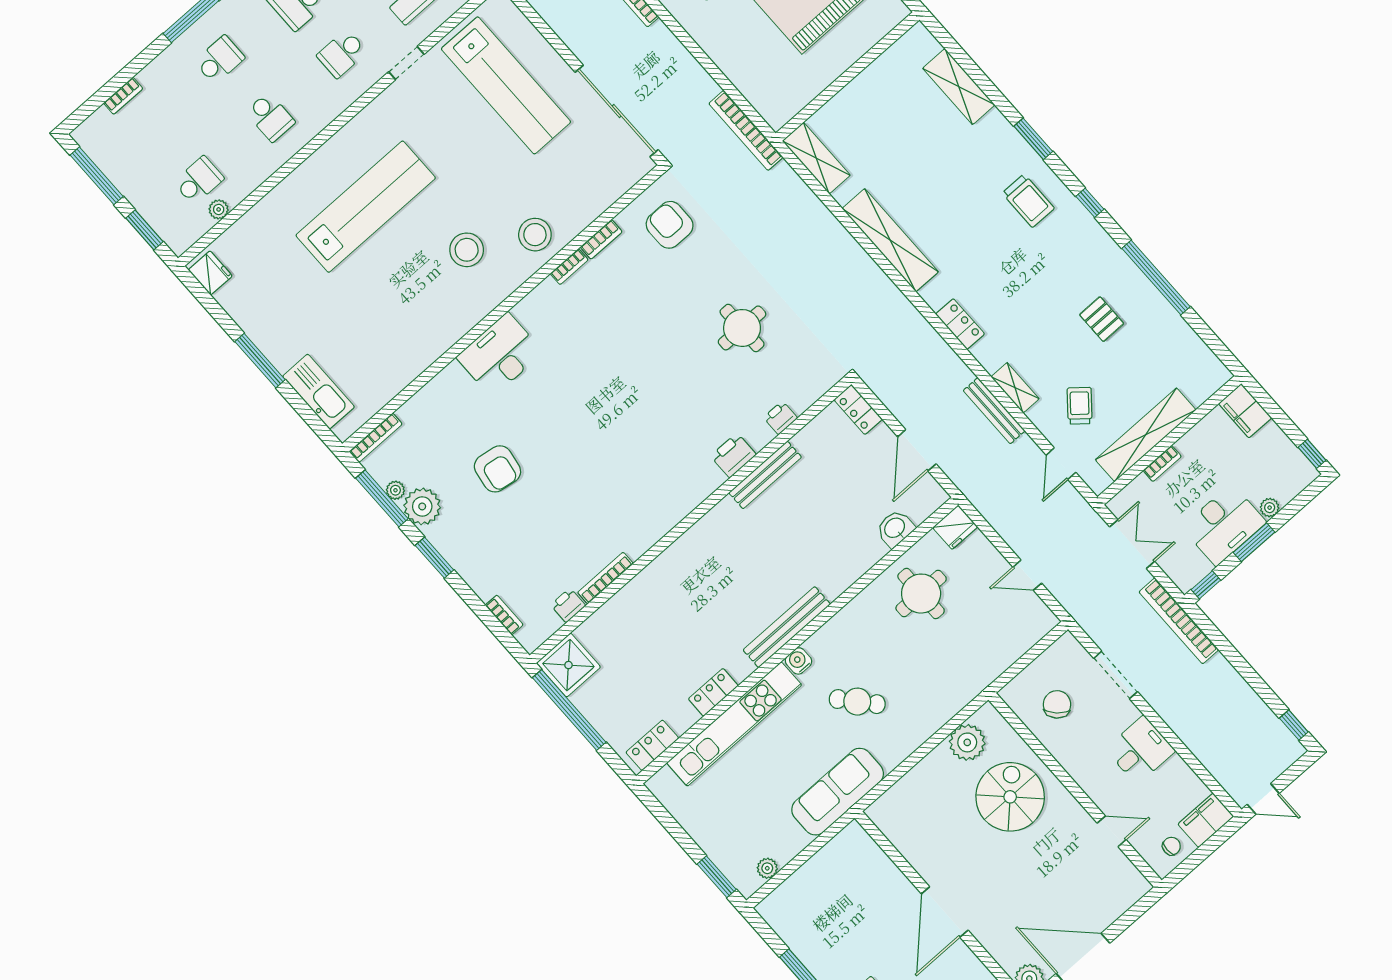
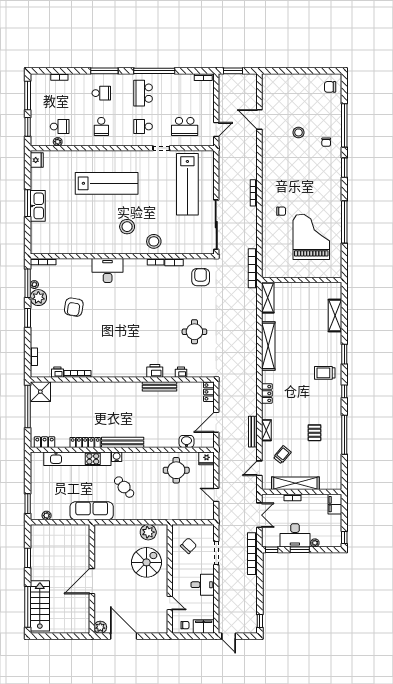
trolley: (1028, 201) -> (325, 373), turned 90
kitchen sink: (319, 392) -> (38, 206), moved
locker: (713, 692) -> (85, 442), width x1.53

